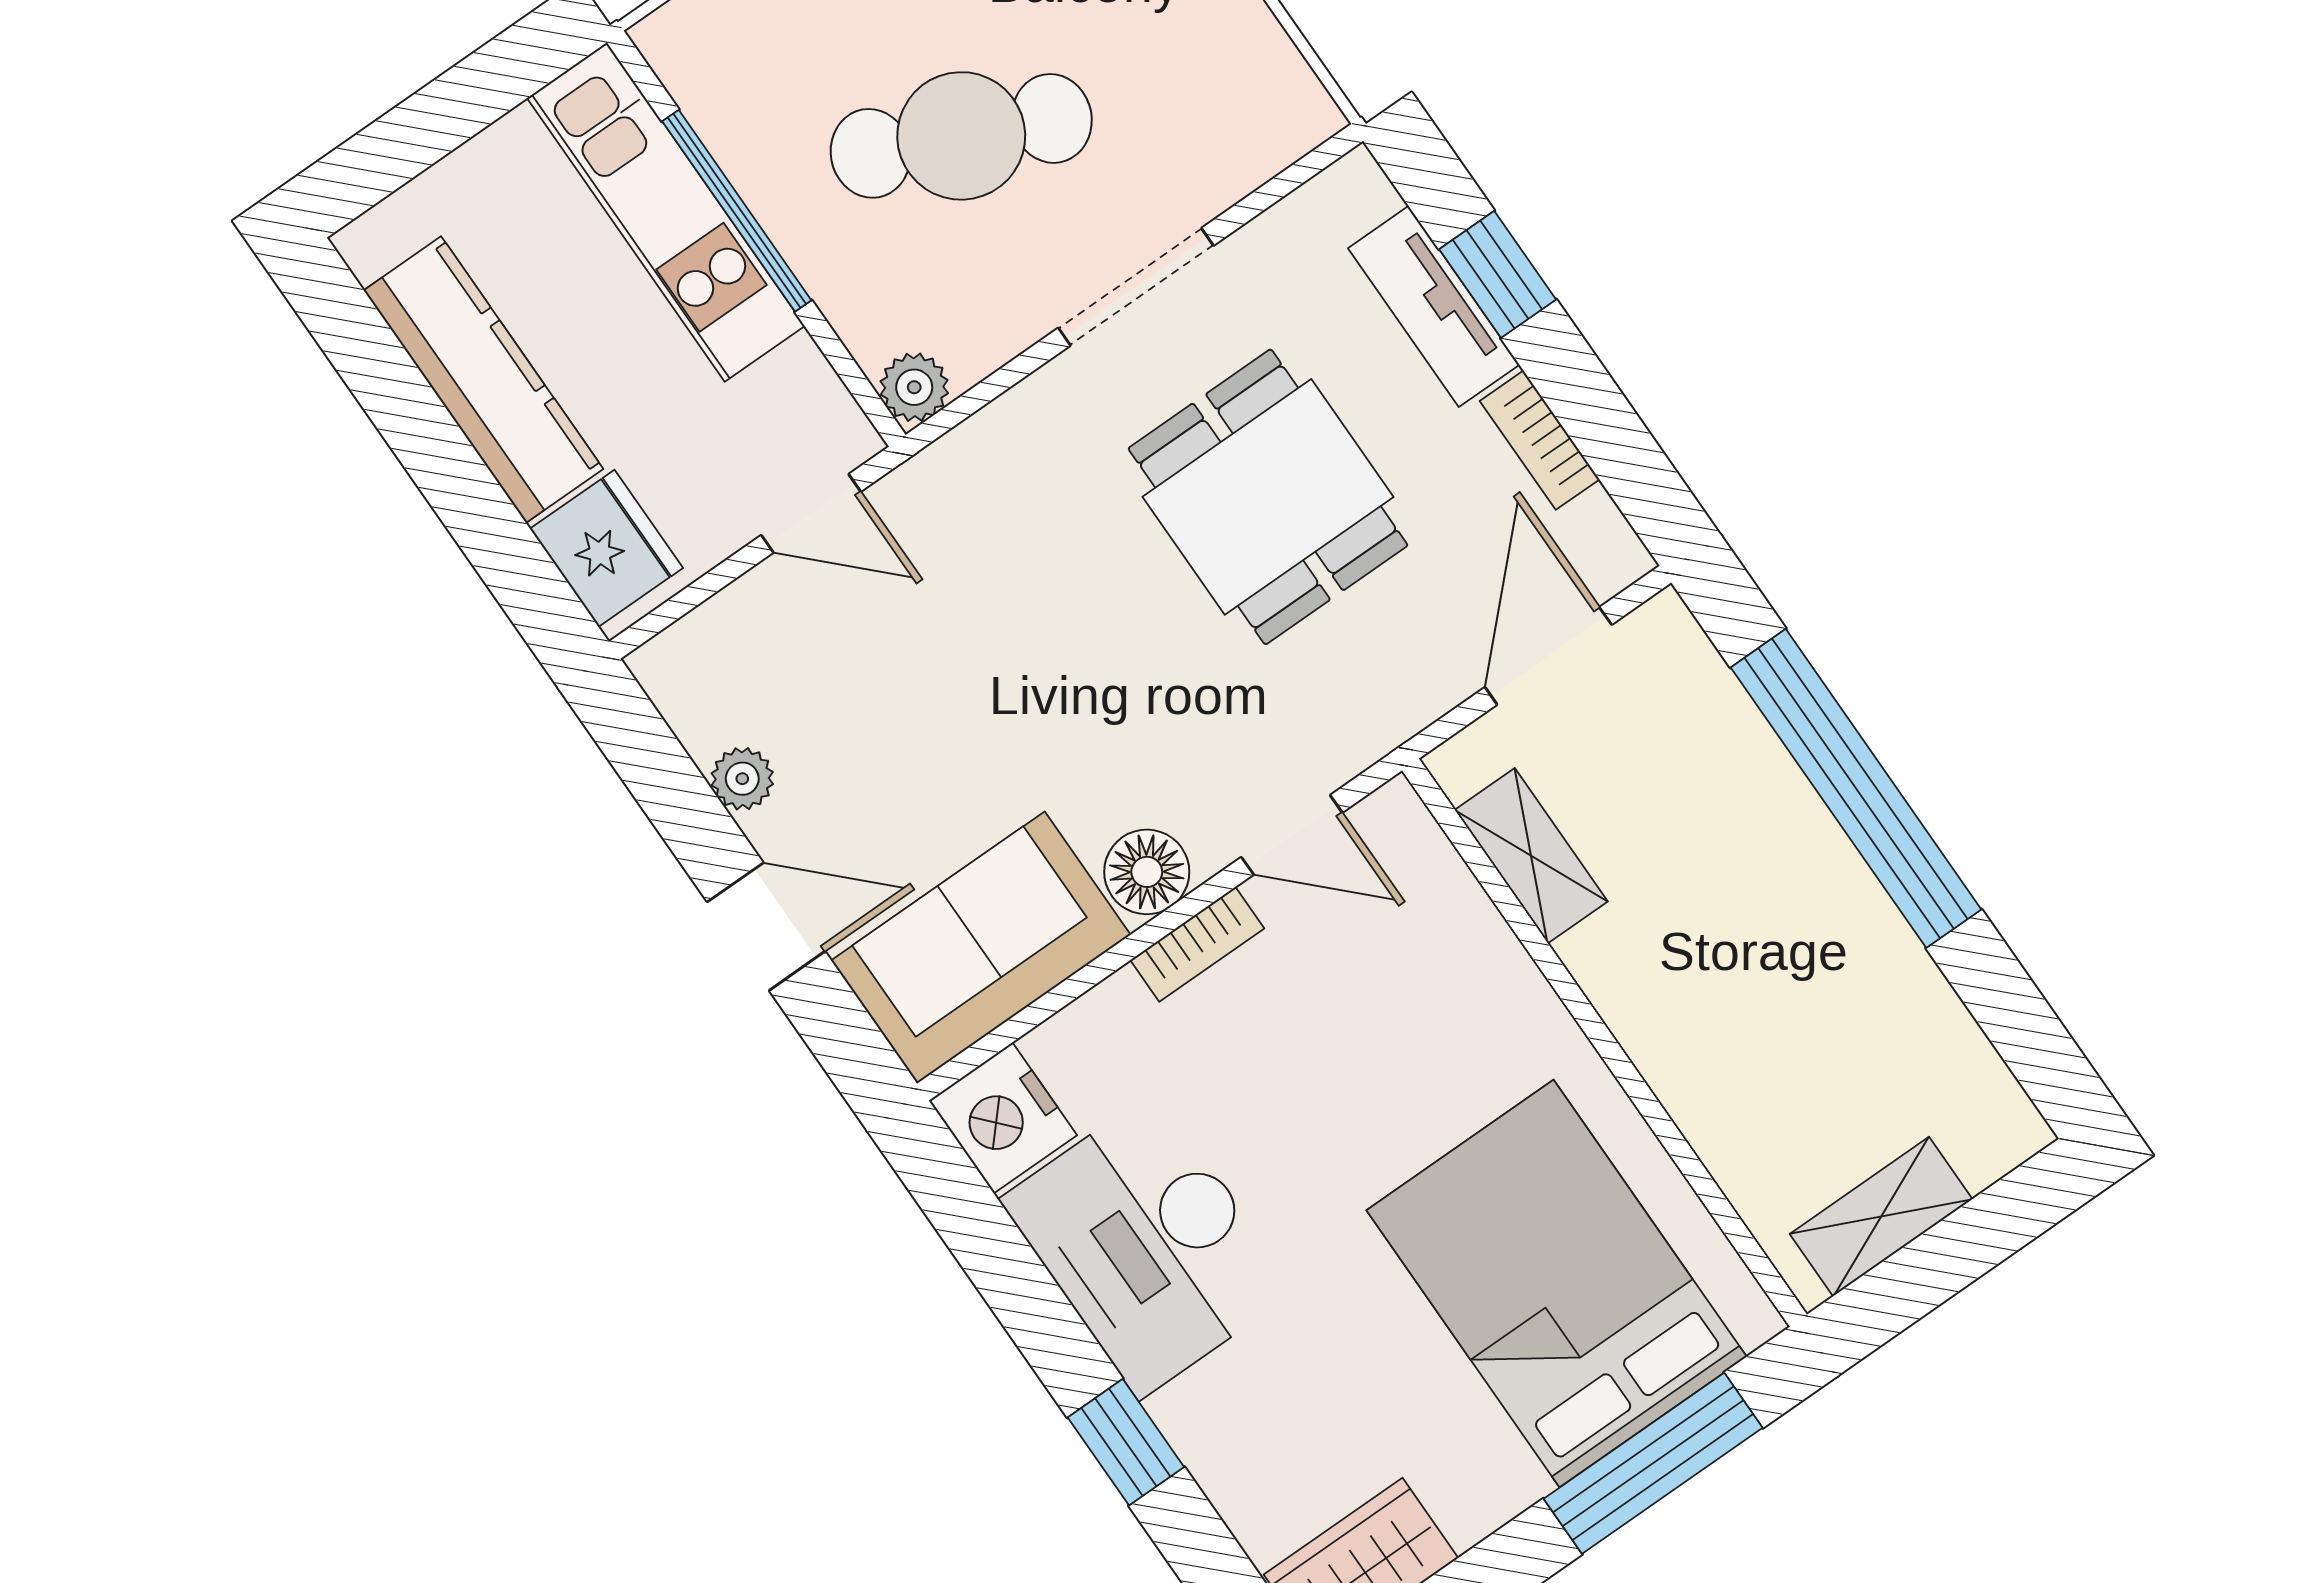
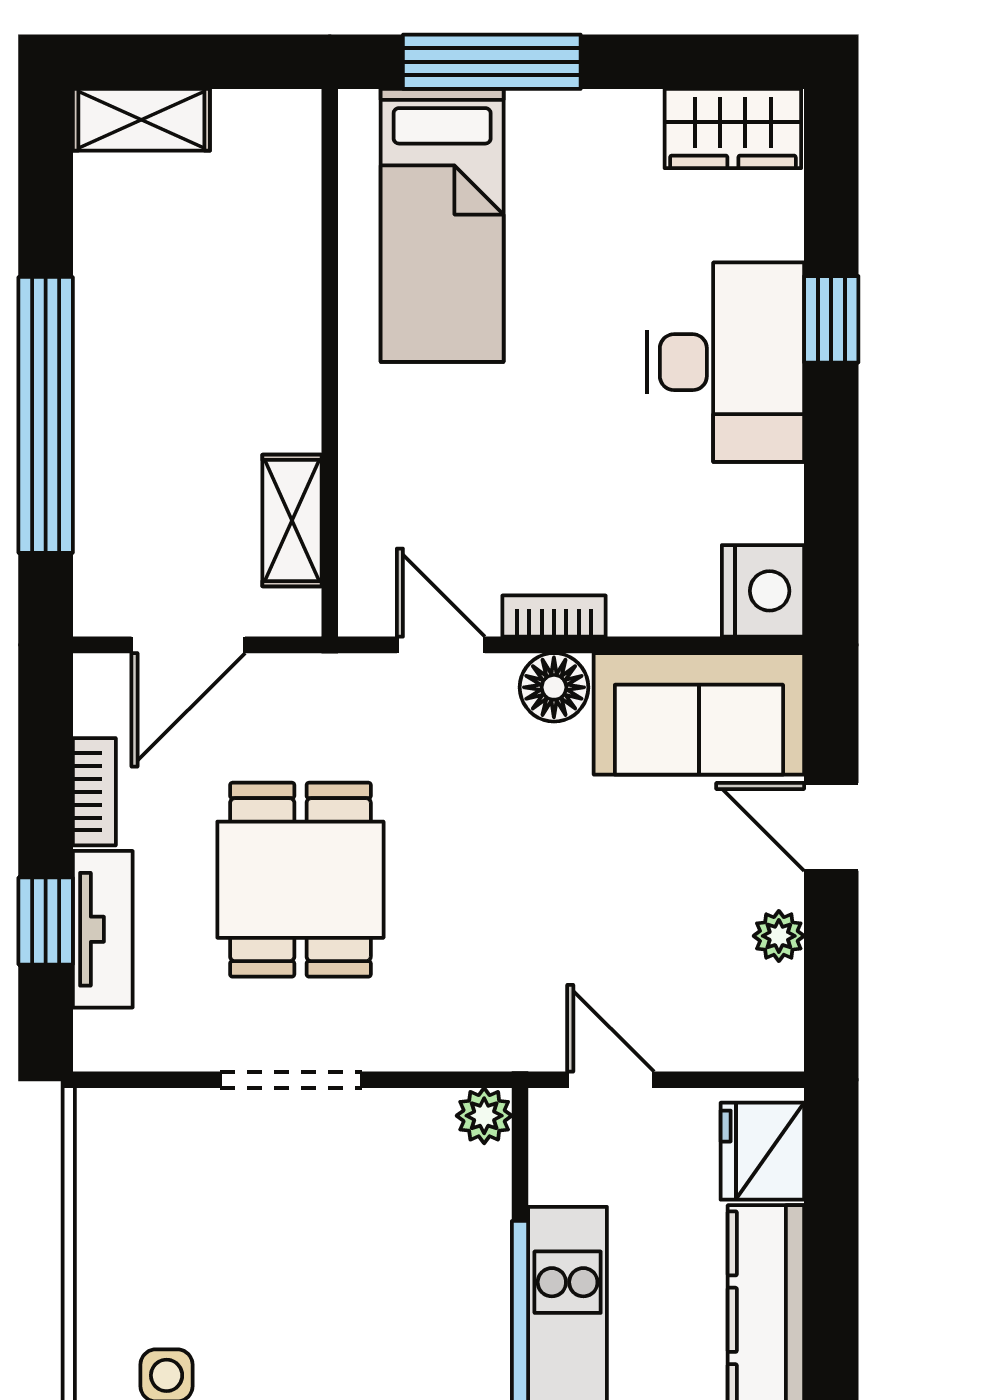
cafe table: (961, 136) -> (337, 1260), removed
shelving: (1881, 1217) -> (141, 120), moved
desk: (1148, 1245) -> (726, 362), moved
bed: (1557, 1284) -> (442, 225), width x0.67

